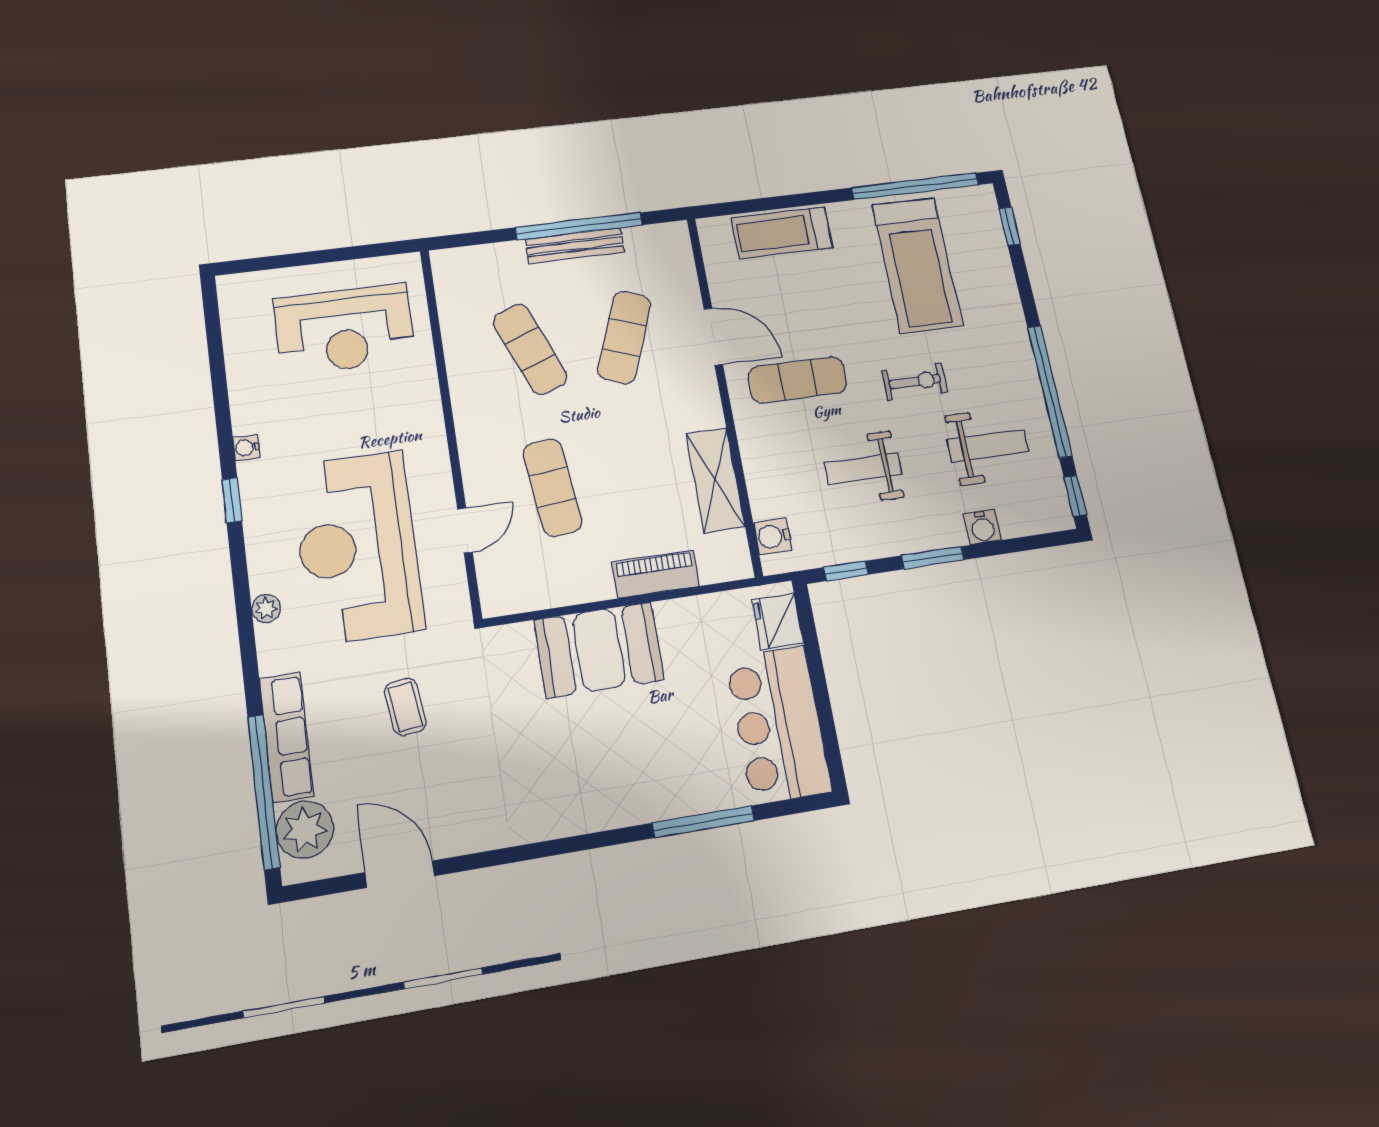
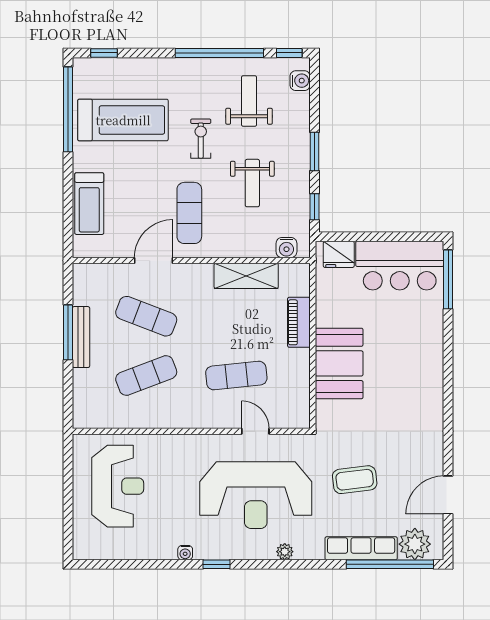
window: (579, 226) -> (68, 332), width x0.68
water cooler: (982, 527) -> (300, 81), moved
coffee table: (405, 707) -> (355, 480), width x1.36, depth x1.30
window: (703, 822) -> (448, 279), moved

